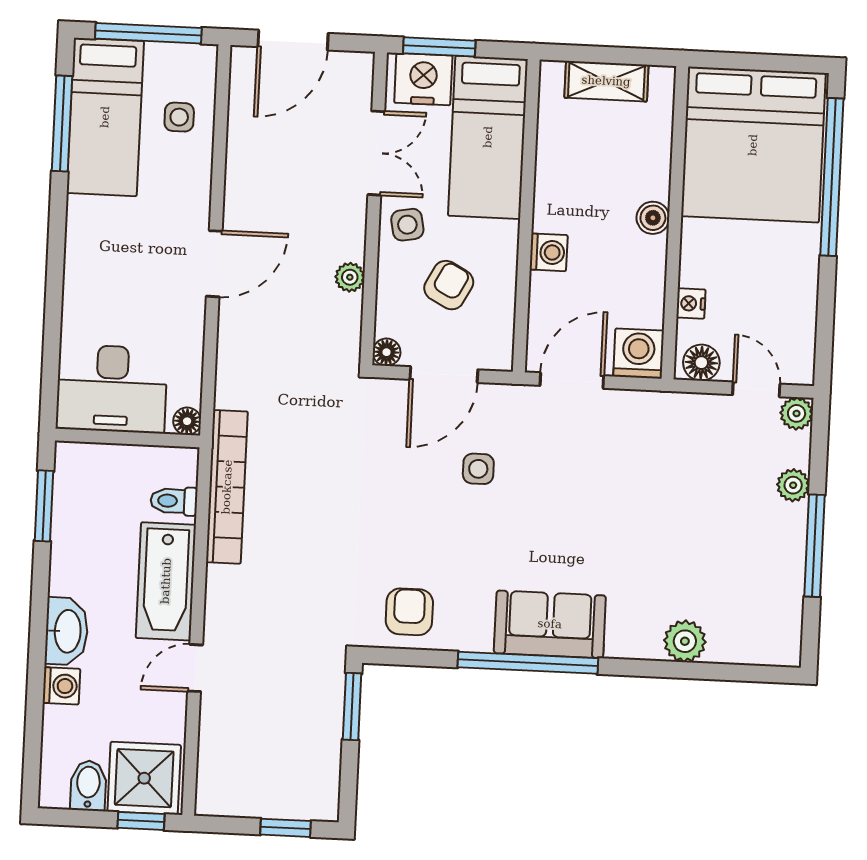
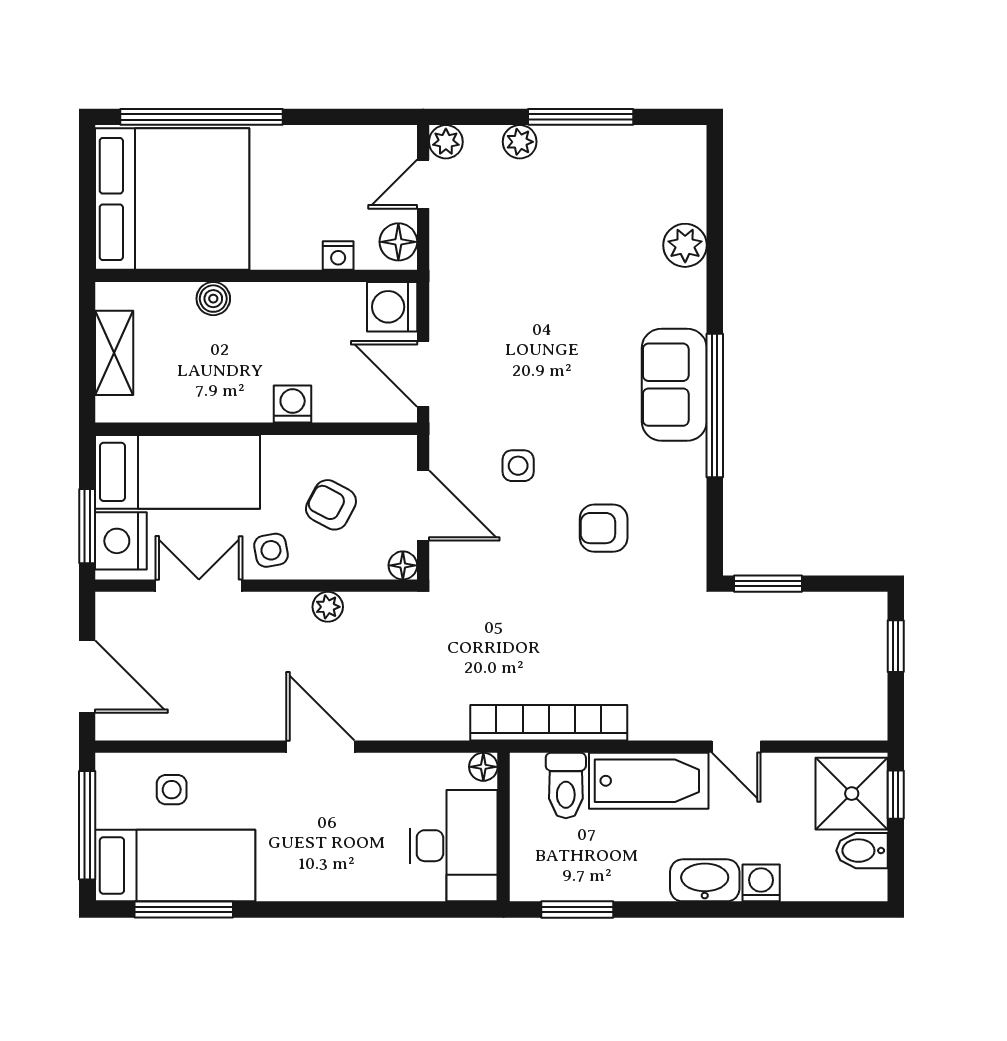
boiler: (653, 218) -> (213, 299), moved
toilet: (174, 501) -> (566, 786), width x1.37, depth x1.39
armchair: (409, 612) -> (604, 528), moved

